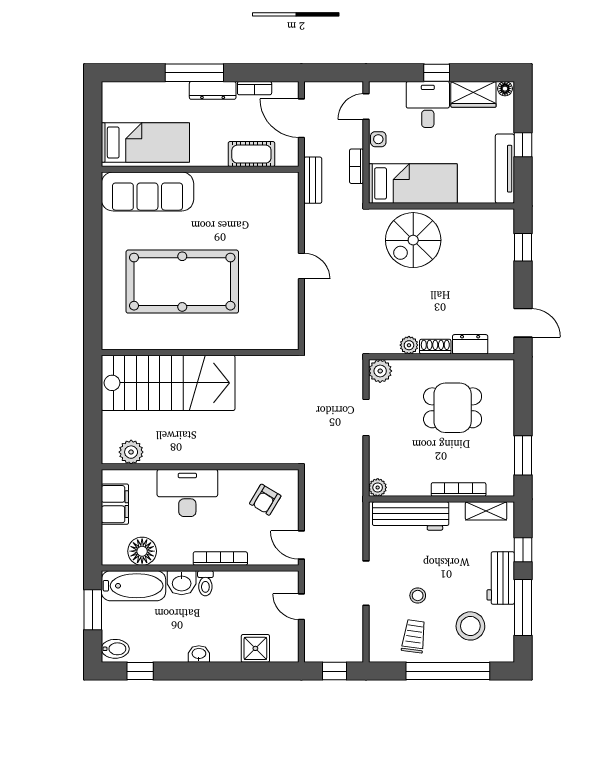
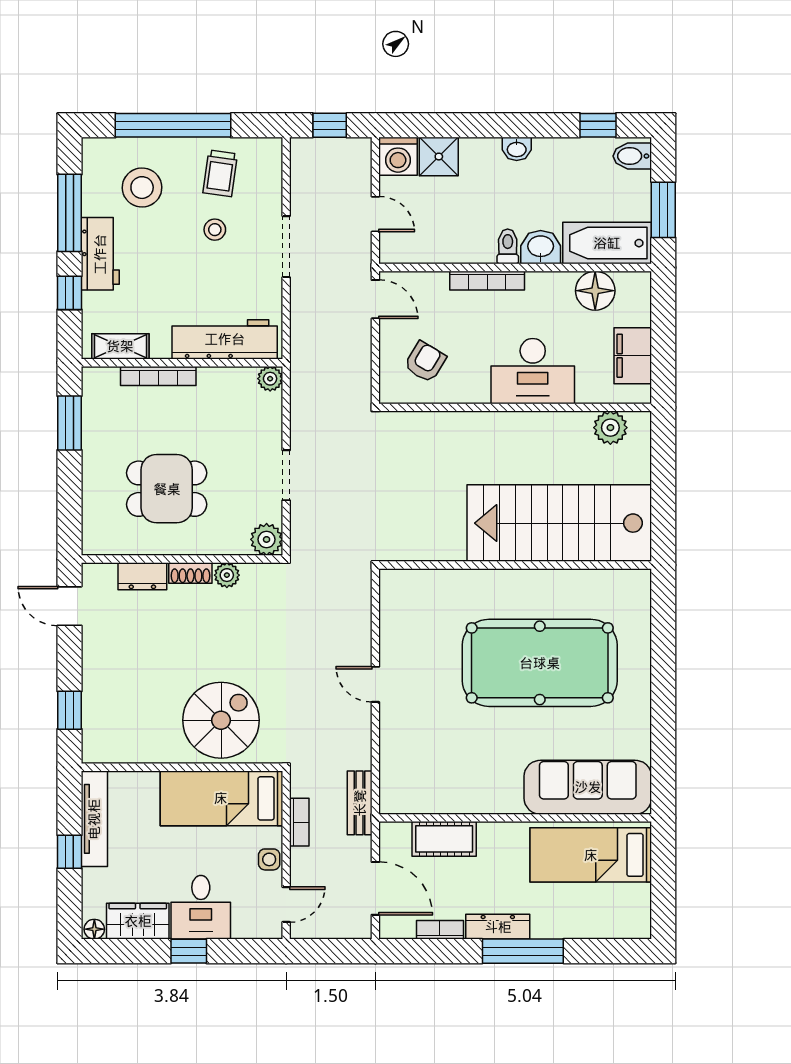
washing machine: (285, 649) -> (398, 156), added

